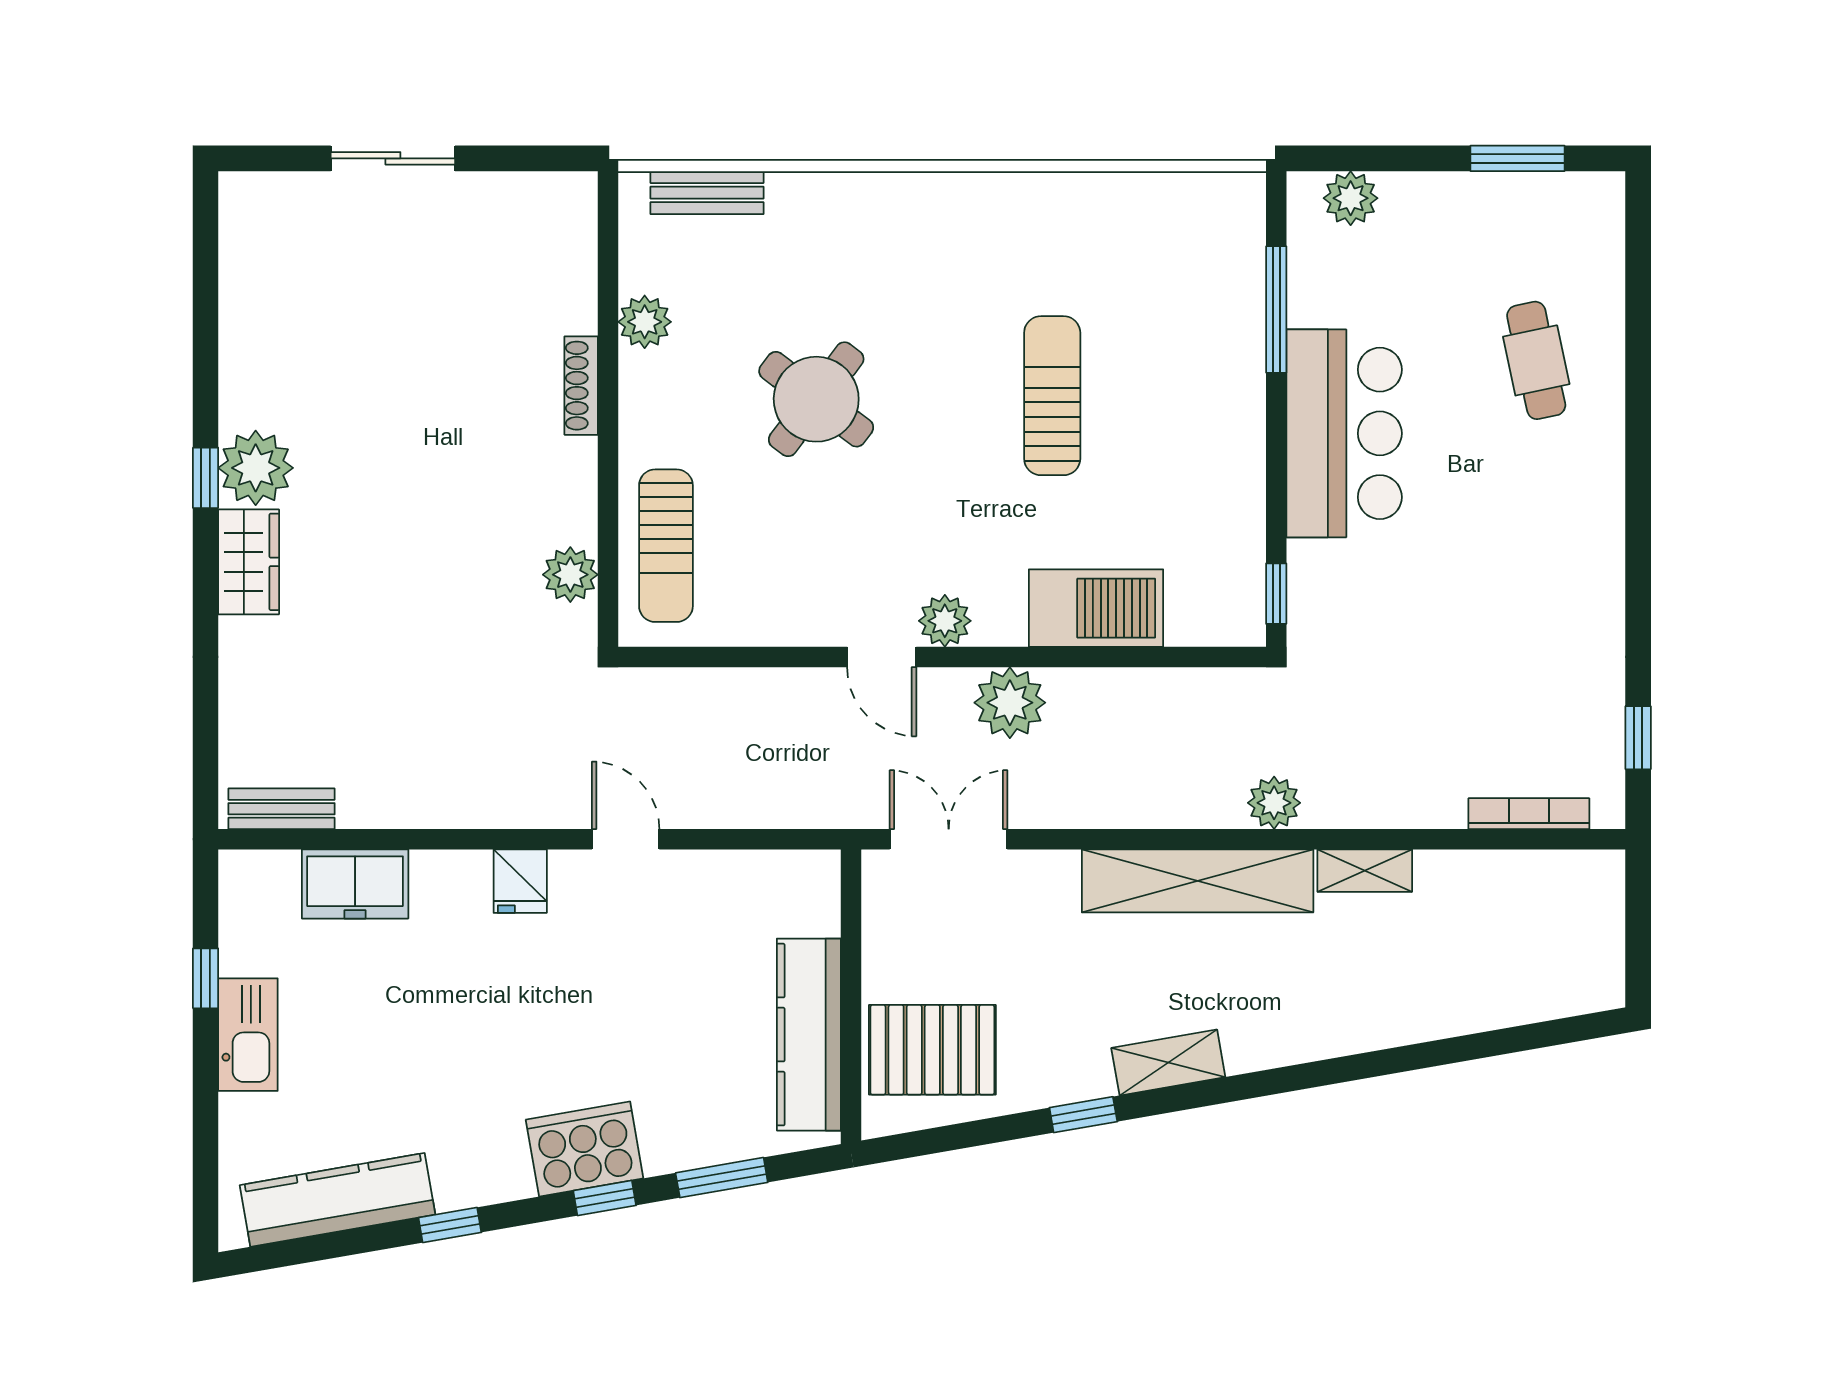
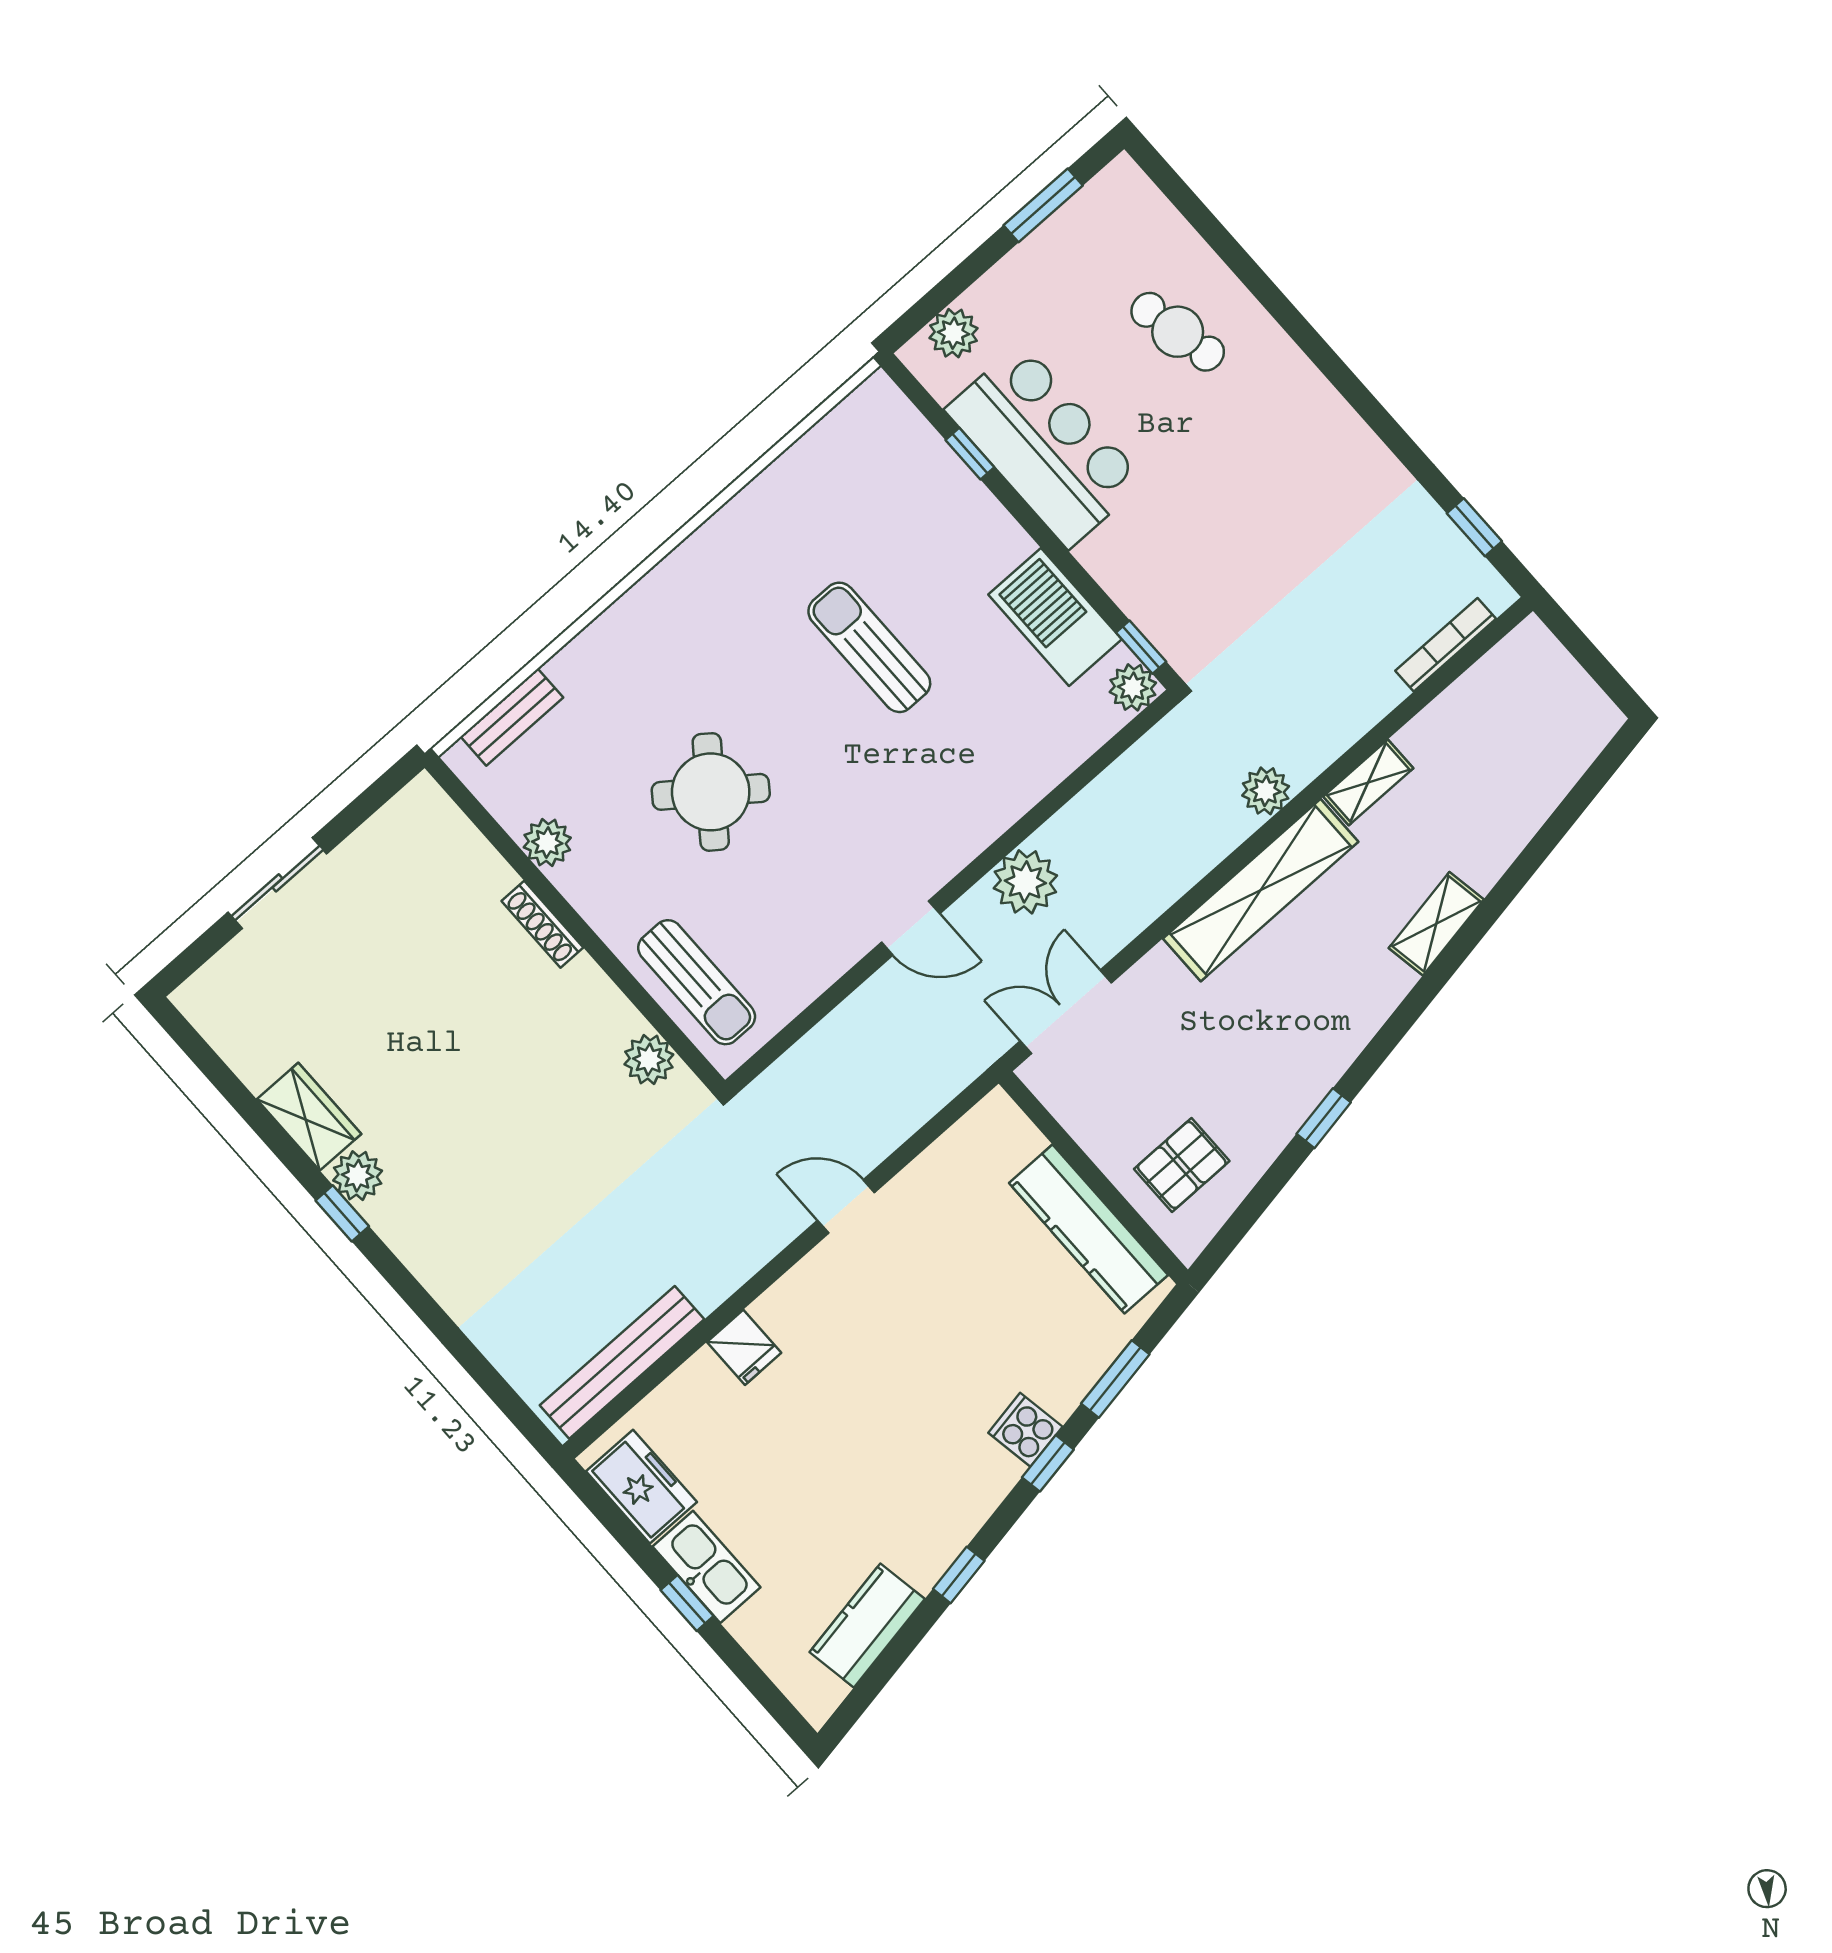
window: (1276, 310) -> (970, 454), width x0.46
bar counter: (1344, 433) -> (1045, 445), moved
plant: (256, 468) -> (358, 1176), width x0.73, depth x0.73
wardrobe: (249, 562) -> (309, 1117), moved
barbecue: (1096, 608) -> (1055, 617), moved, turned -90
plant: (945, 621) -> (1133, 687), moved
bench: (282, 809) -> (622, 1362), width x1.86, depth x1.21
fridge: (520, 881) -> (744, 1347), moved
freezer: (355, 884) -> (641, 1487), moved, turned -90
window: (206, 978) -> (687, 1603), moved
pallet: (932, 1050) -> (1182, 1165), width x0.67, depth x0.71
shelving: (1168, 1063) -> (1436, 924), moved
cooker: (585, 1149) -> (1025, 1430), width x0.53, depth x0.76
kitchen counter: (338, 1200) -> (867, 1626), width x0.67

